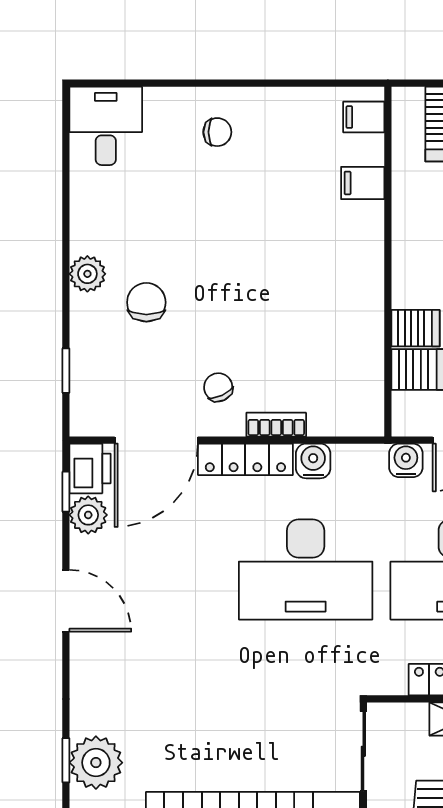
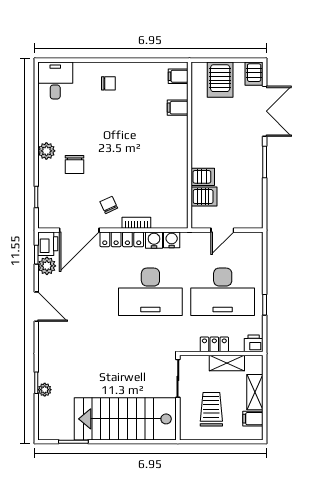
chair: (146, 302) -> (75, 164), turned 180
water cooler: (406, 460) -> (172, 240), moved
plant: (96, 763) -> (45, 390), width x0.53, depth x0.53

